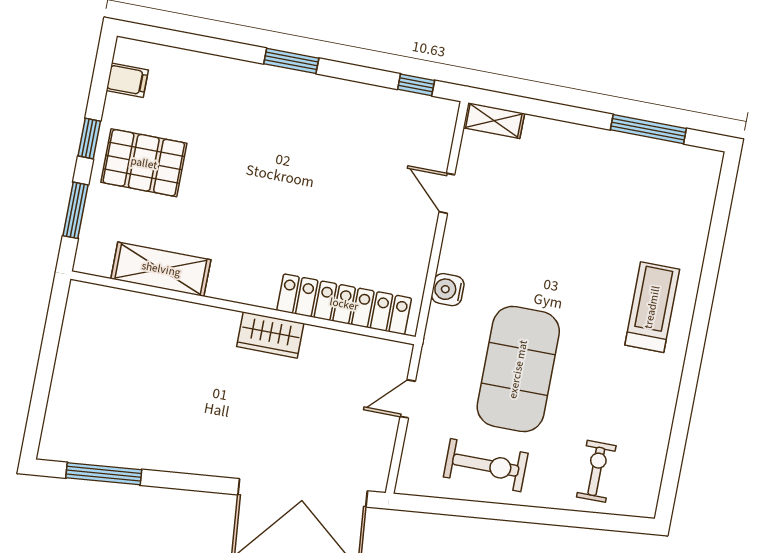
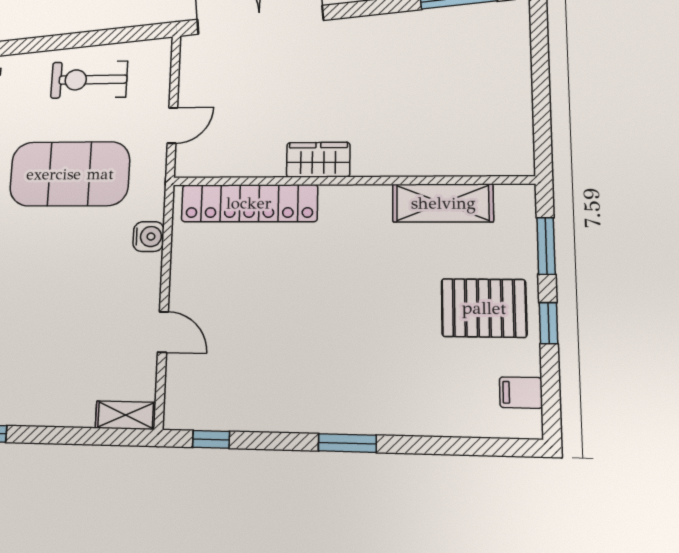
exercise mat: (518, 369) -> (70, 174), turned 90

